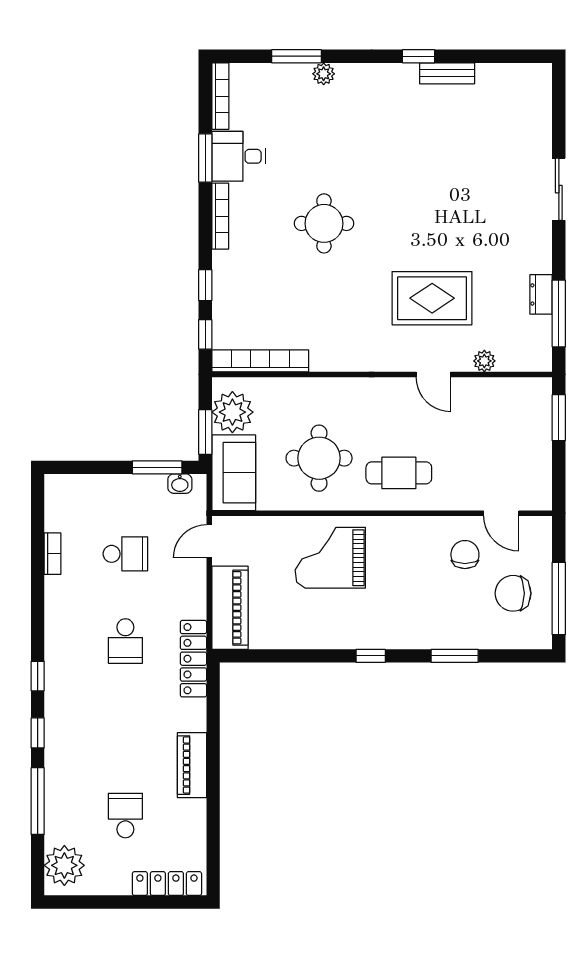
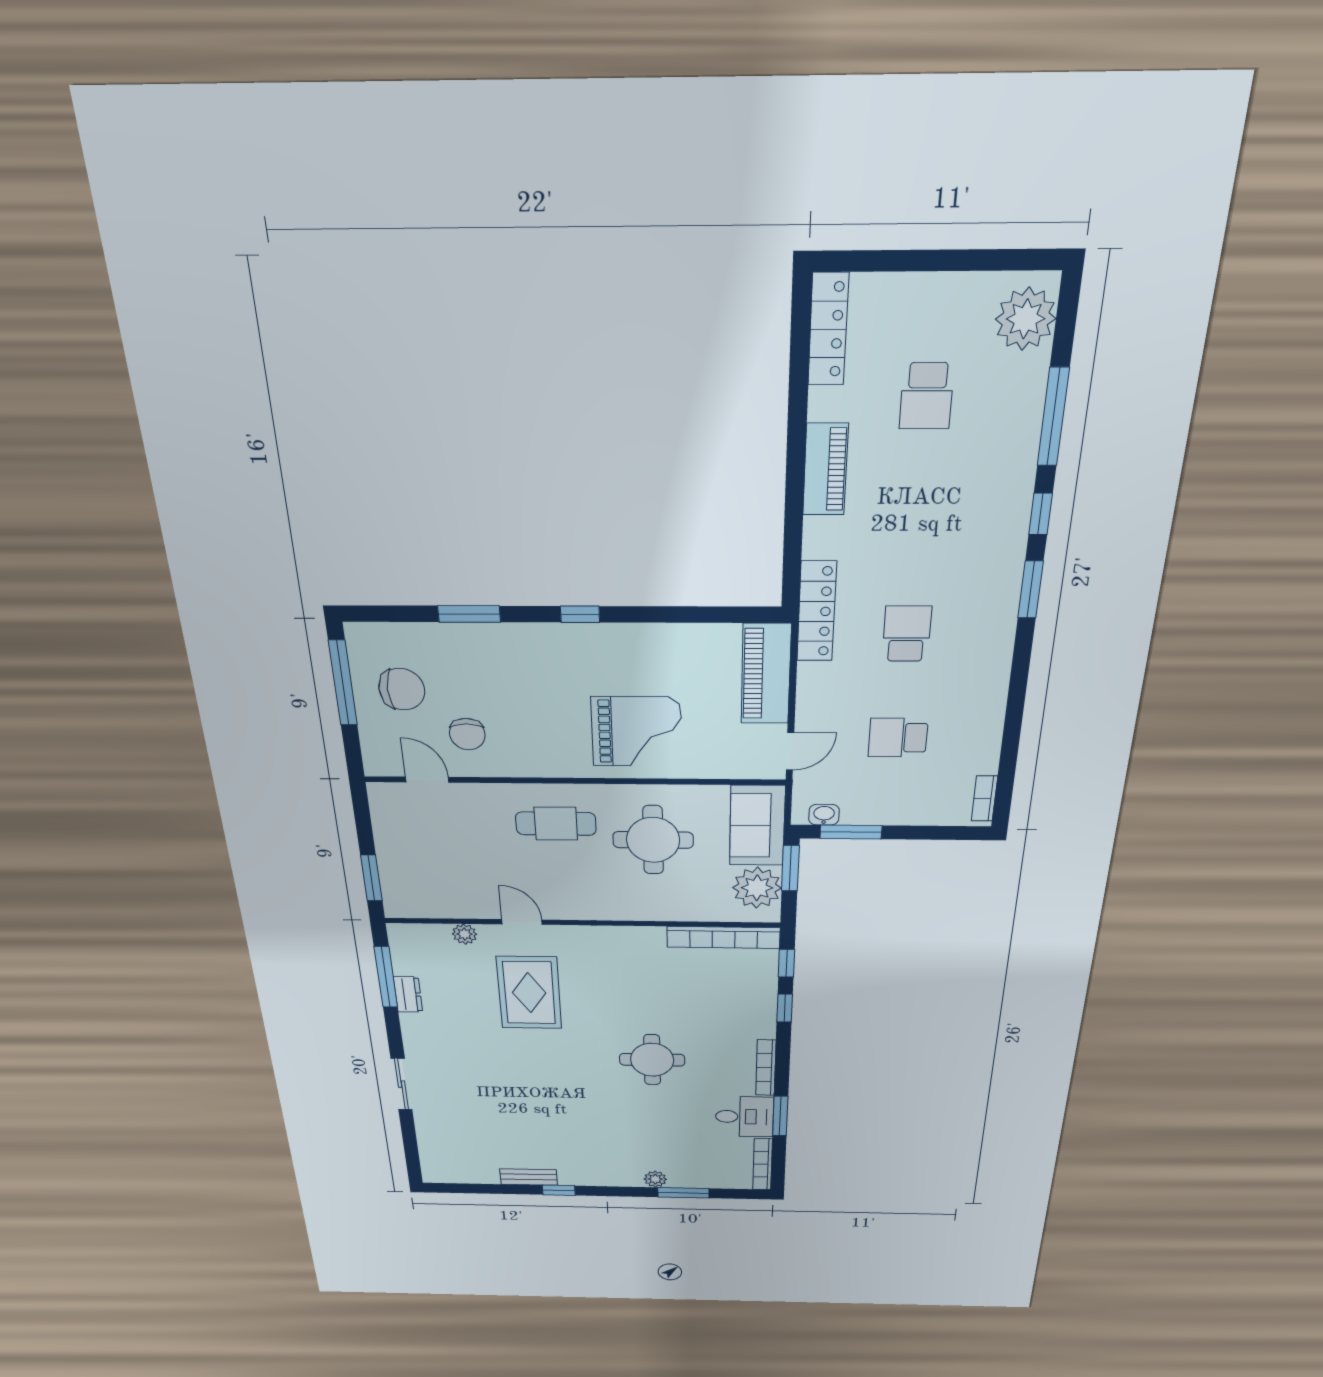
rug: (432, 298) -> (529, 993), turned 90
bookcase: (53, 554) -> (984, 798), moved
window: (38, 676) -> (1031, 590), width x1.50
locker: (167, 884) -> (828, 329), moved, turned -90

